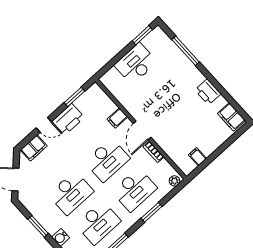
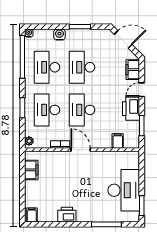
desk: (136, 64) -> (124, 190), width x1.36, depth x1.30
filing cabinet: (231, 117) -> (32, 215), width x0.50
filing cabinet: (117, 118) -> (118, 141), moved
filing cabinet: (198, 157) -> (31, 170), width x2.00

